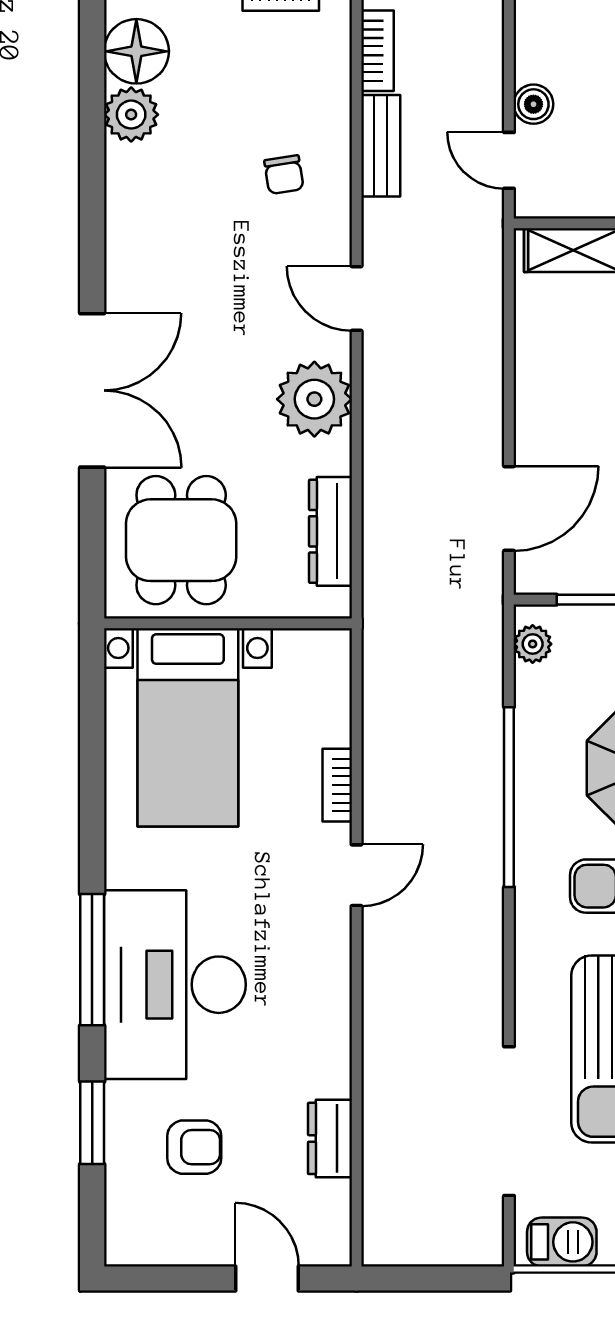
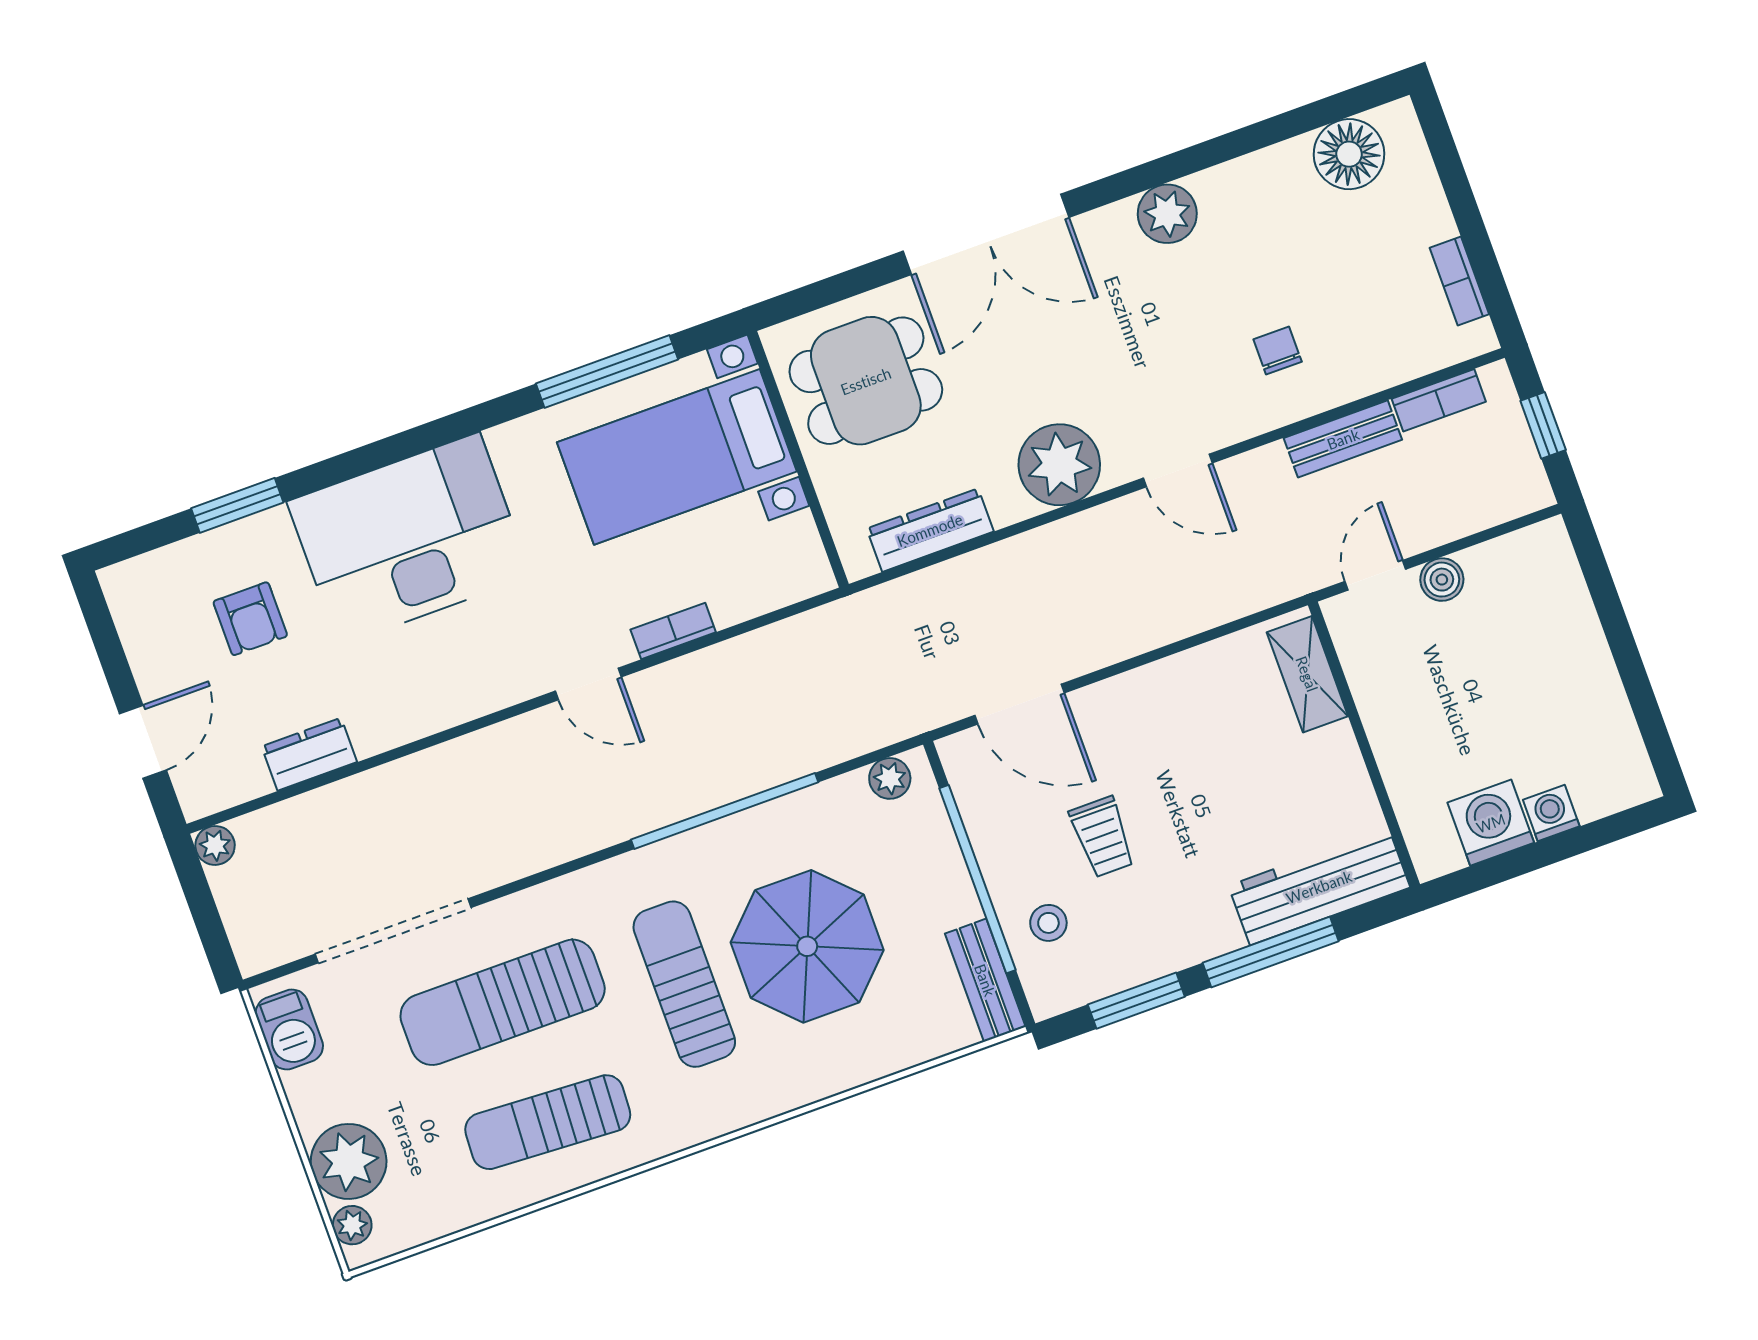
plant: (131, 115) -> (1167, 214), moved
chair: (284, 175) -> (1278, 351), turned 99
door: (357, 299) -> (1178, 471), swing flipped
window: (92, 960) -> (607, 372), moved
plant: (379, 1249) -> (215, 845), added

